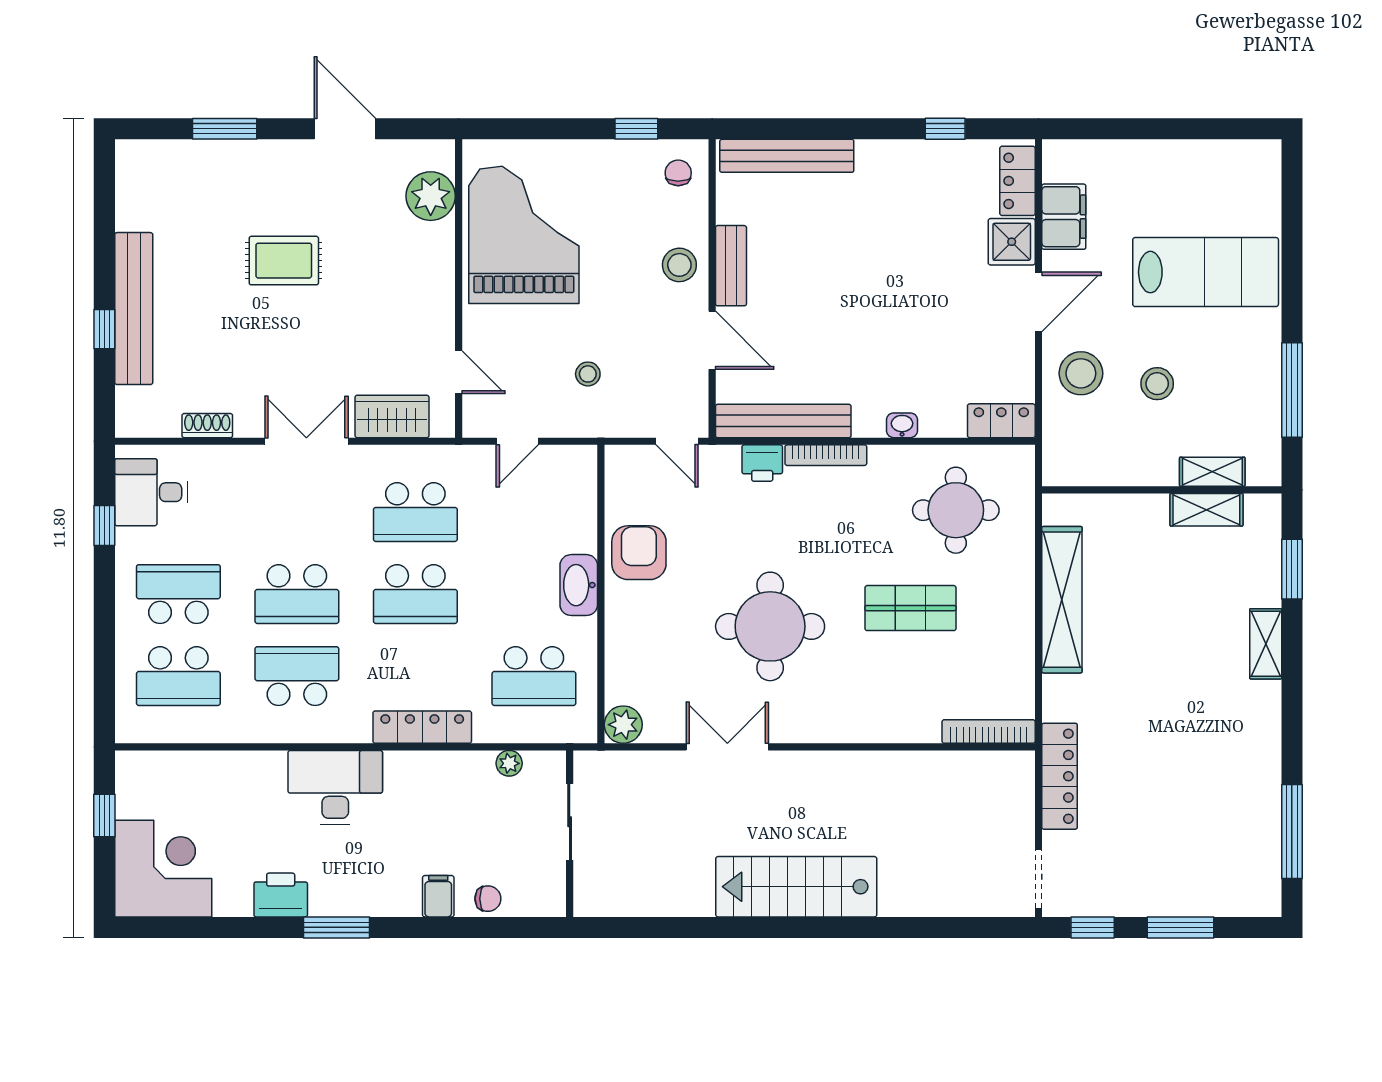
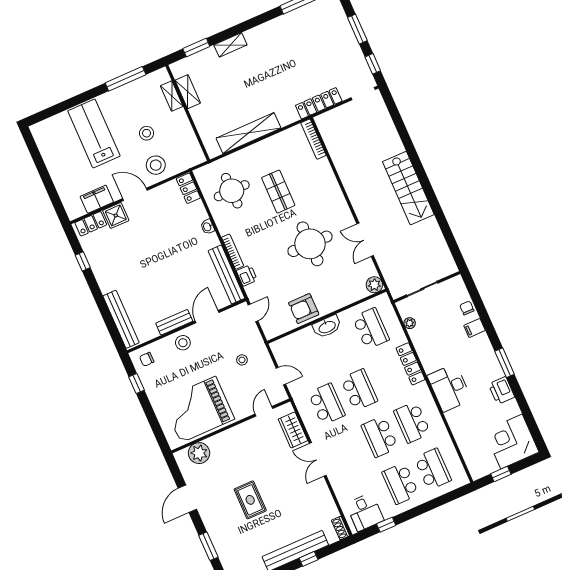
shoe rack: (207, 426) -> (340, 528), moved
school desk: (297, 594) -> (380, 437), turned 180

